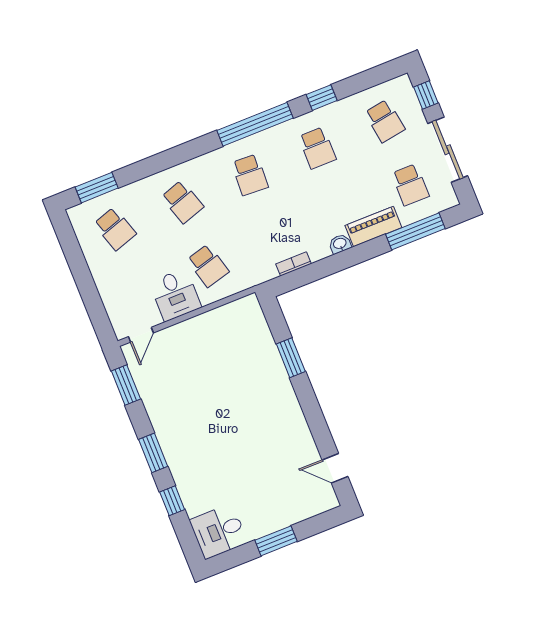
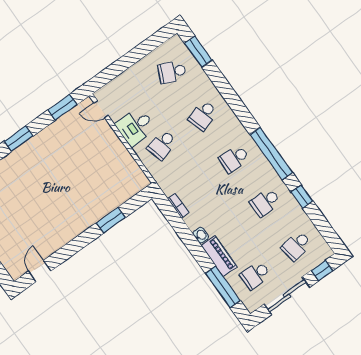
school desk: (115, 229) -> (172, 72), turned 42

